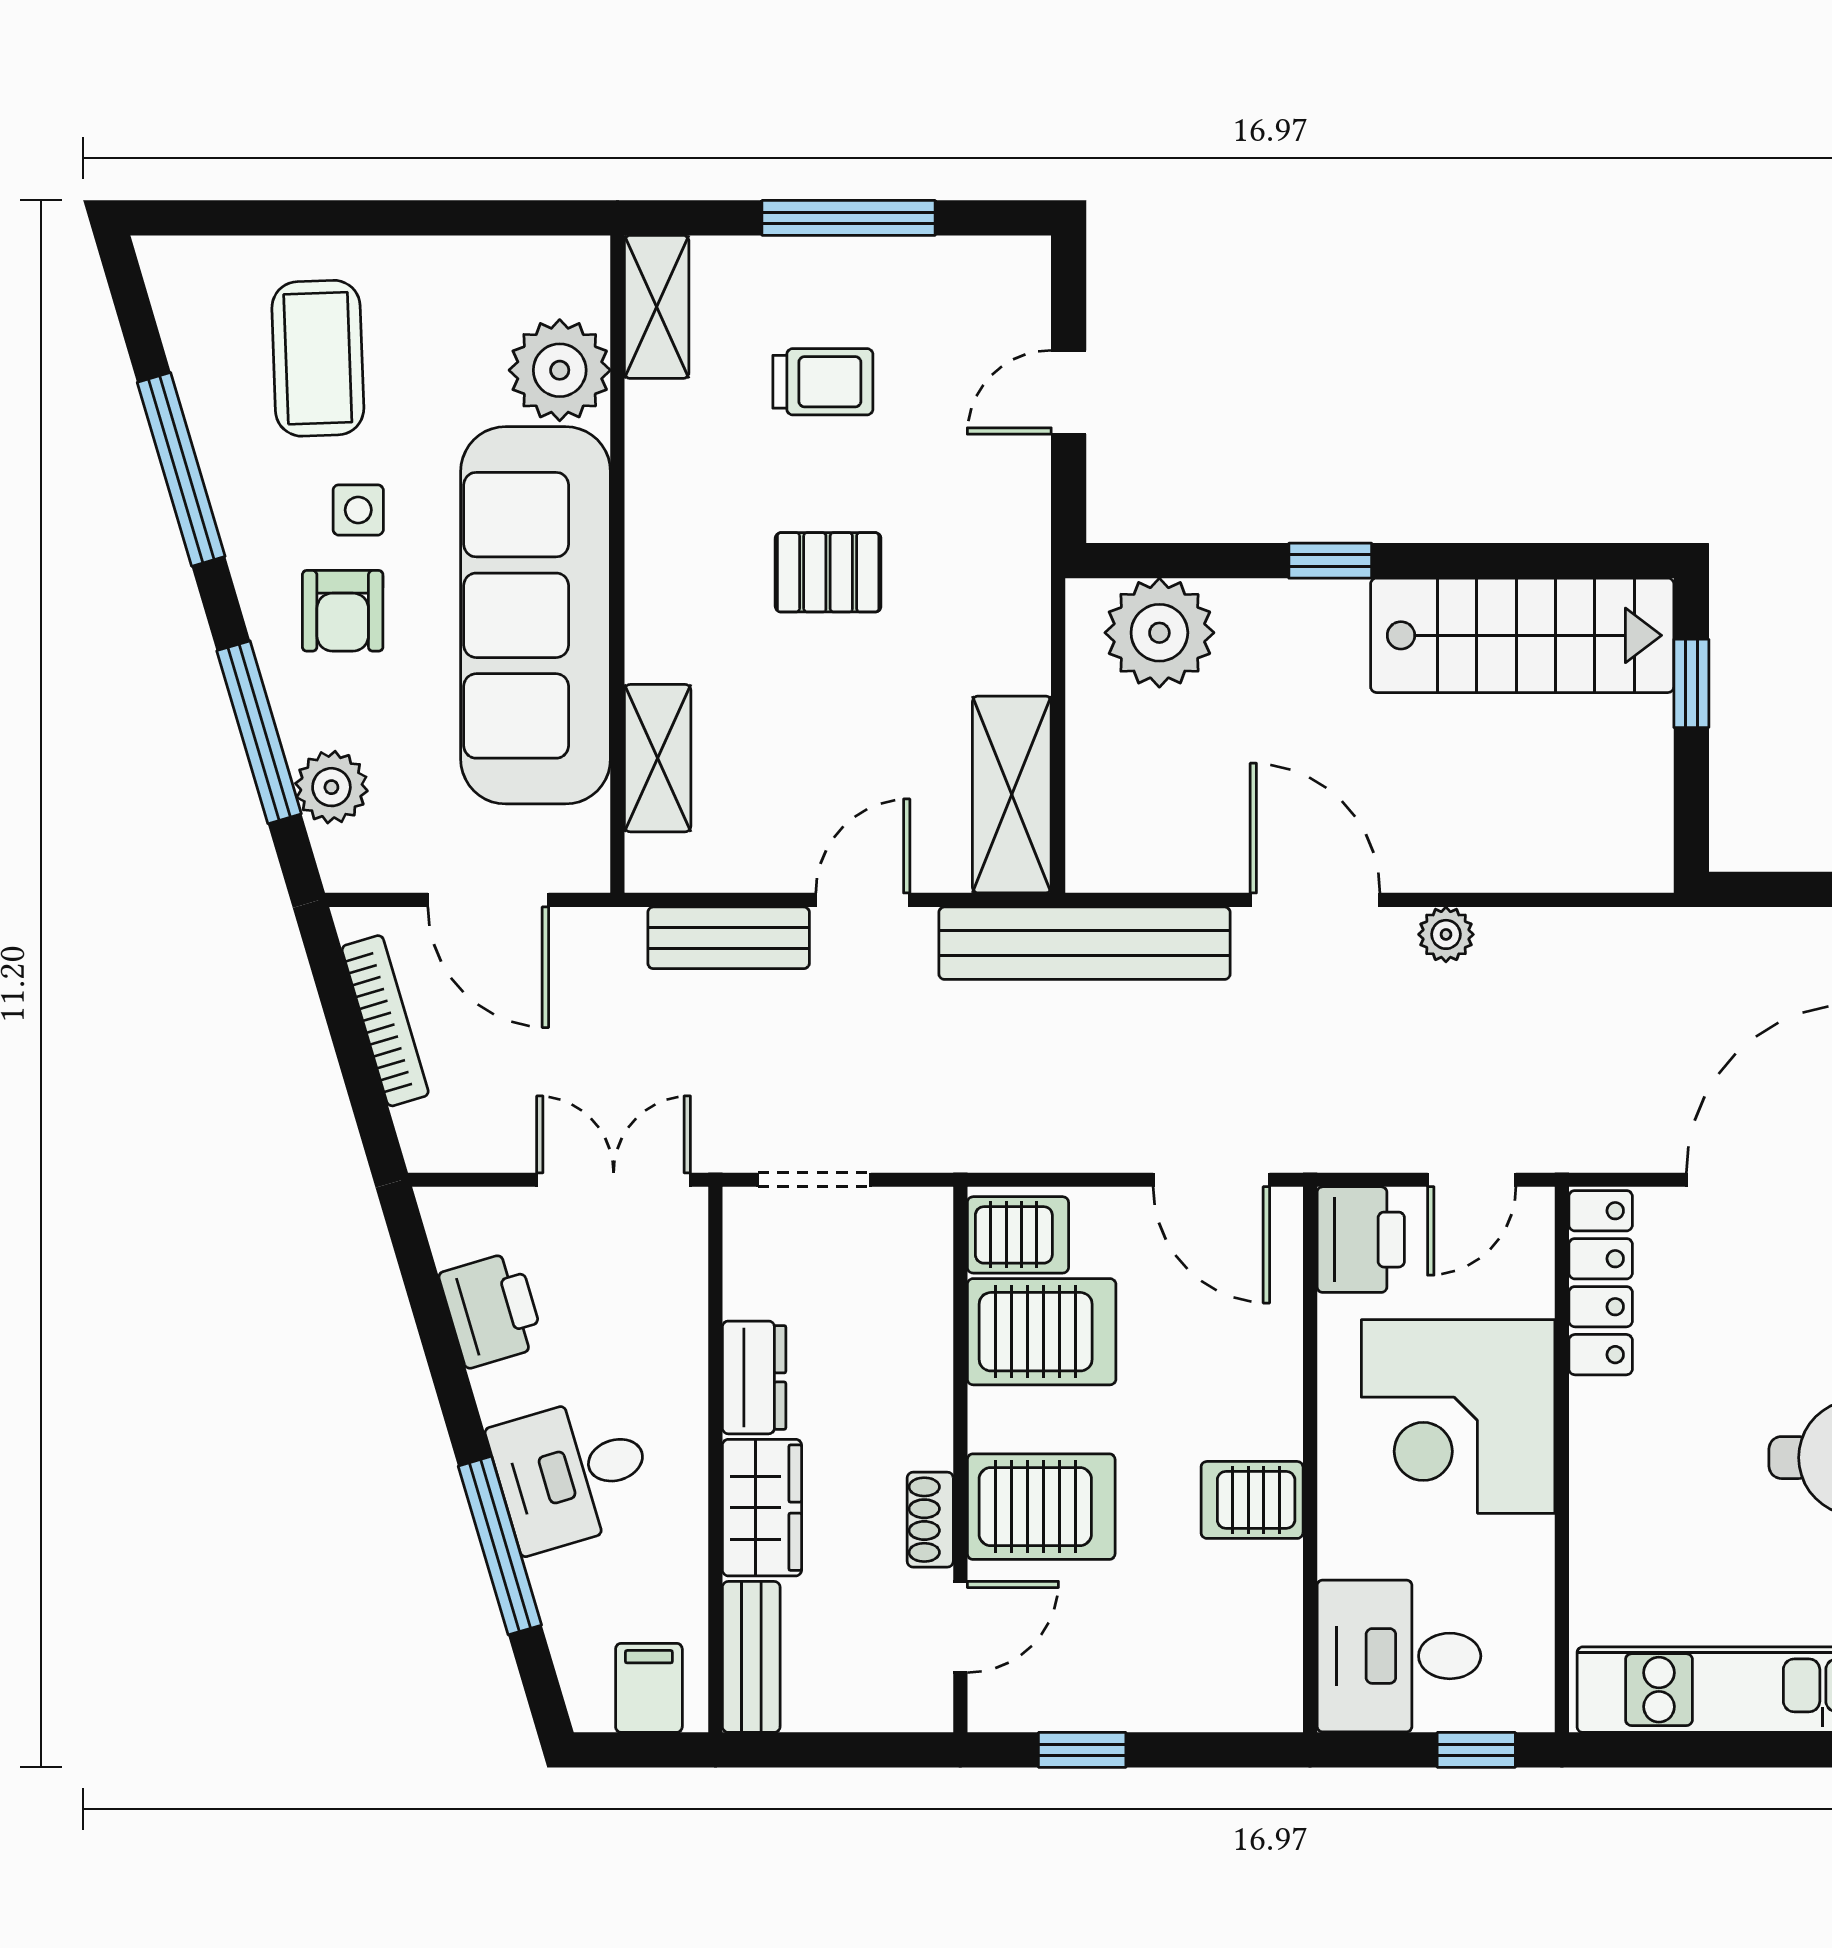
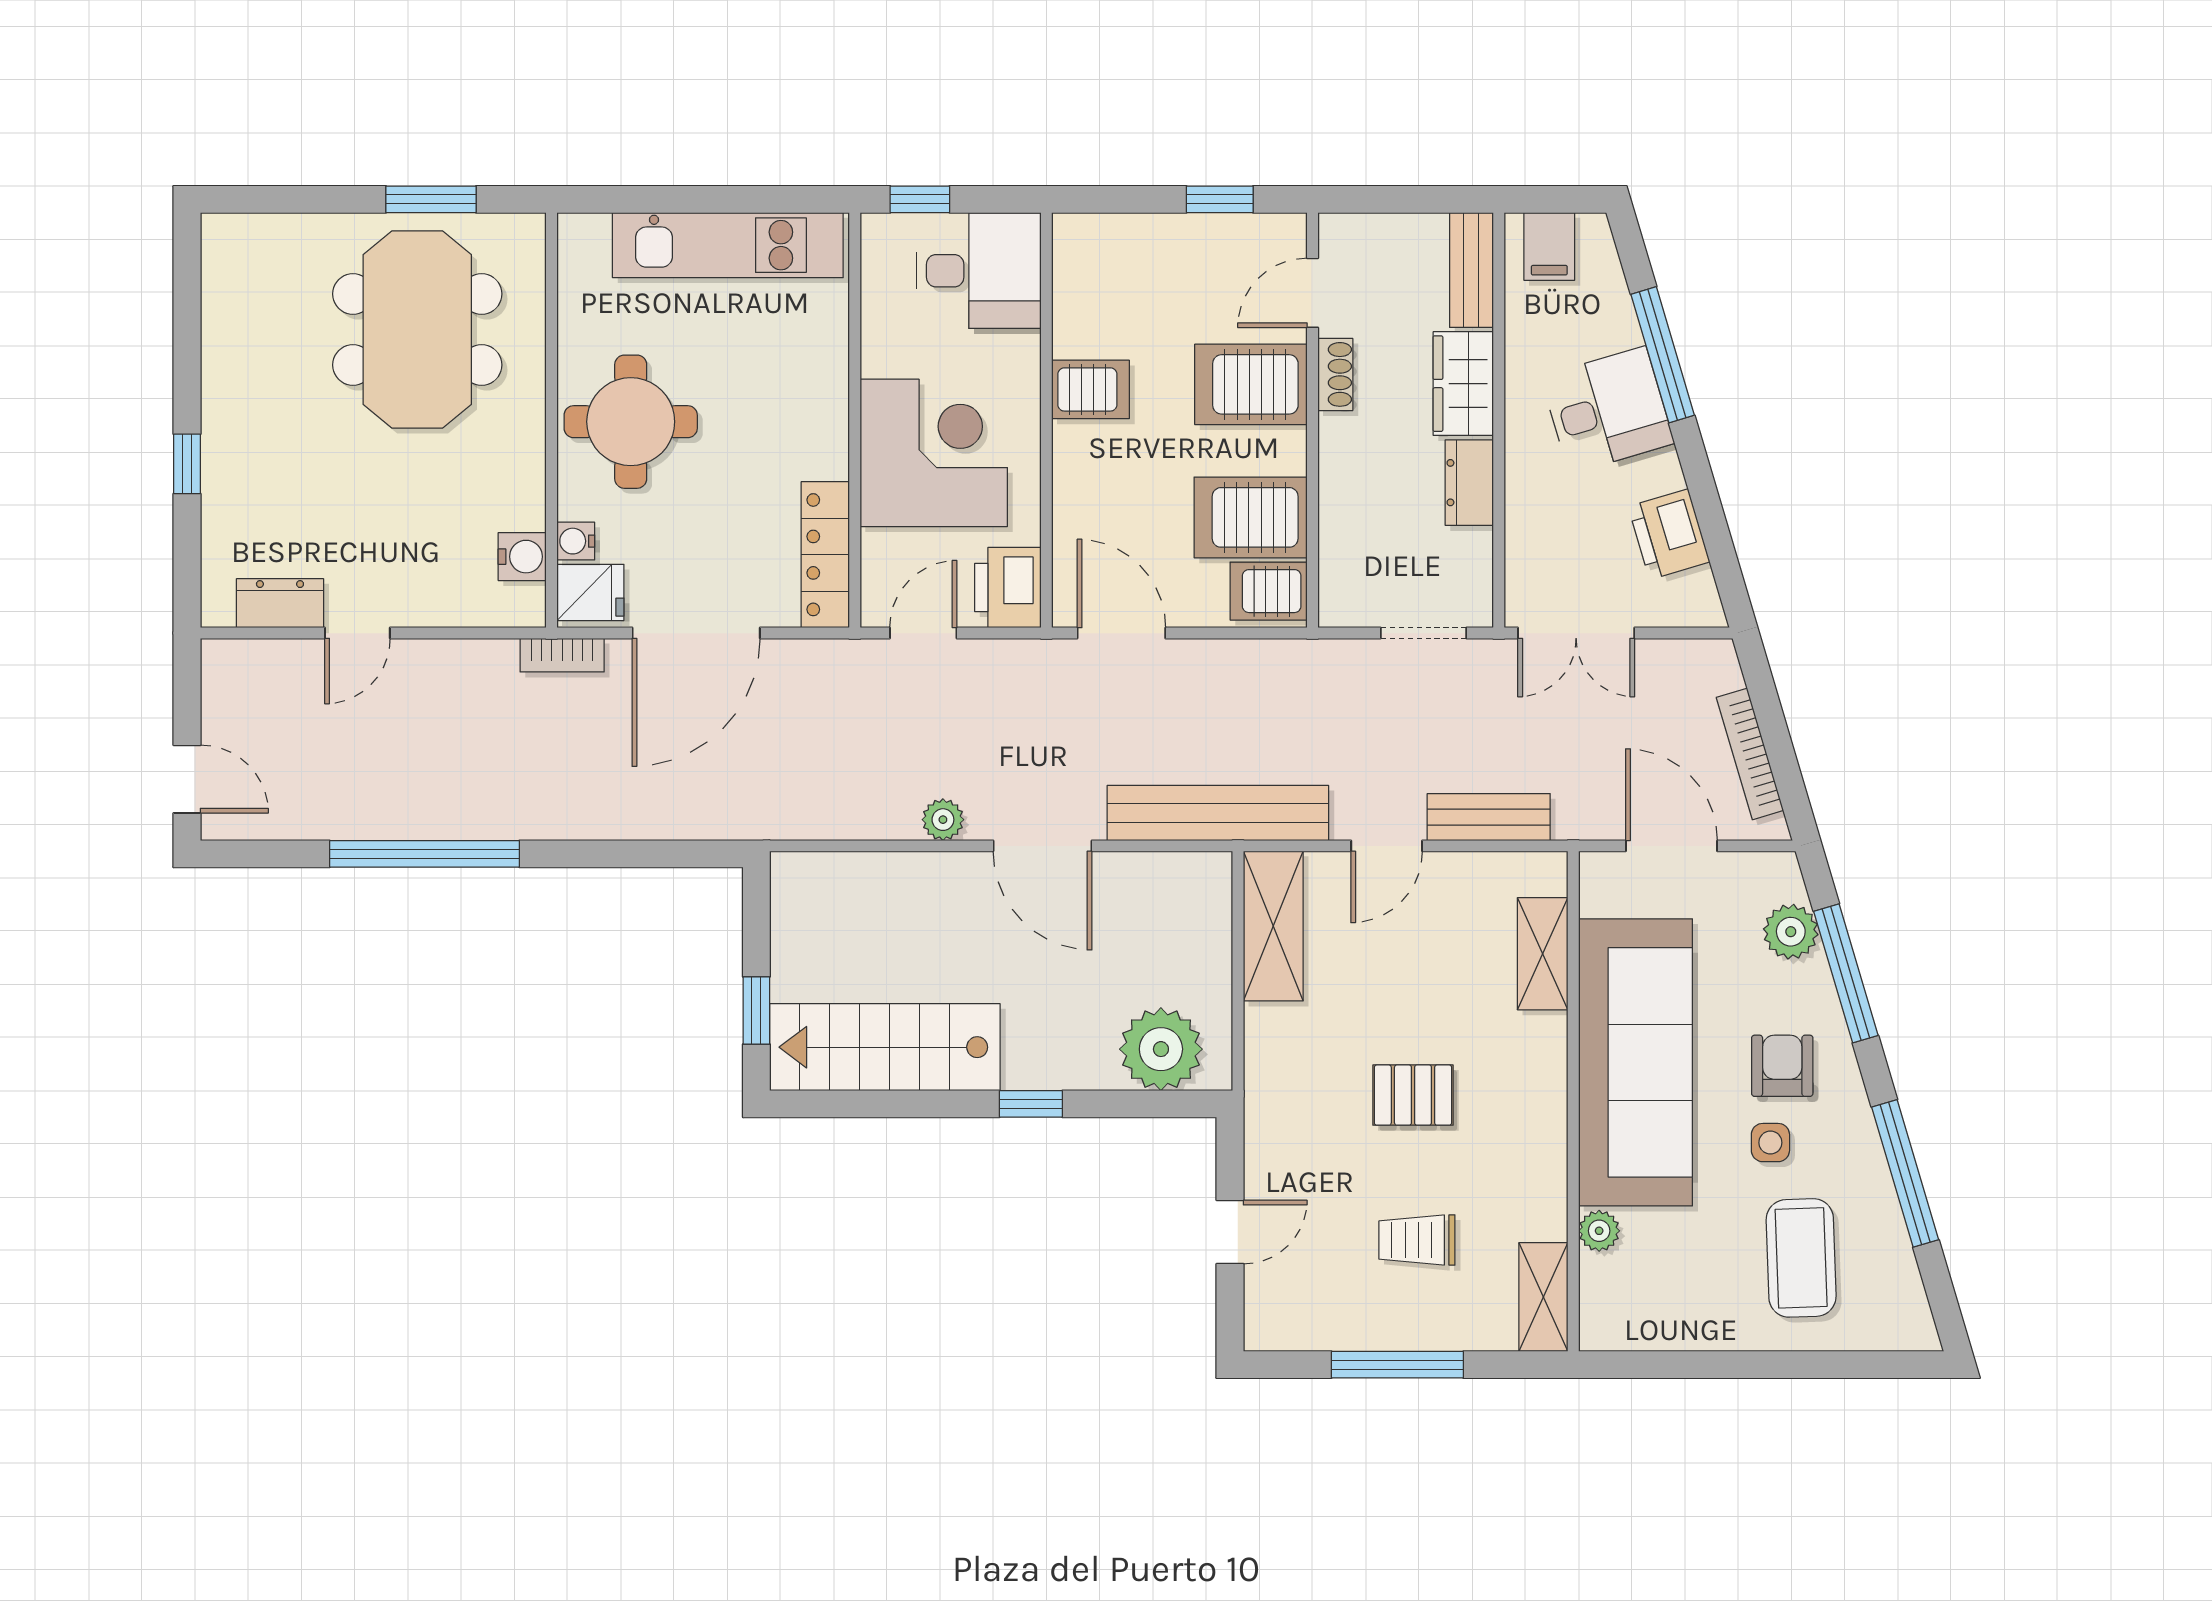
plant: (560, 370) -> (1599, 1231), width x0.53, depth x0.53

